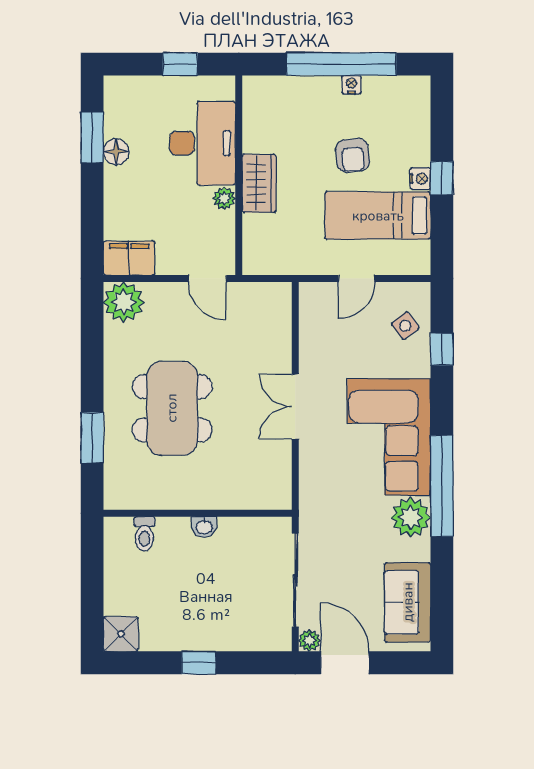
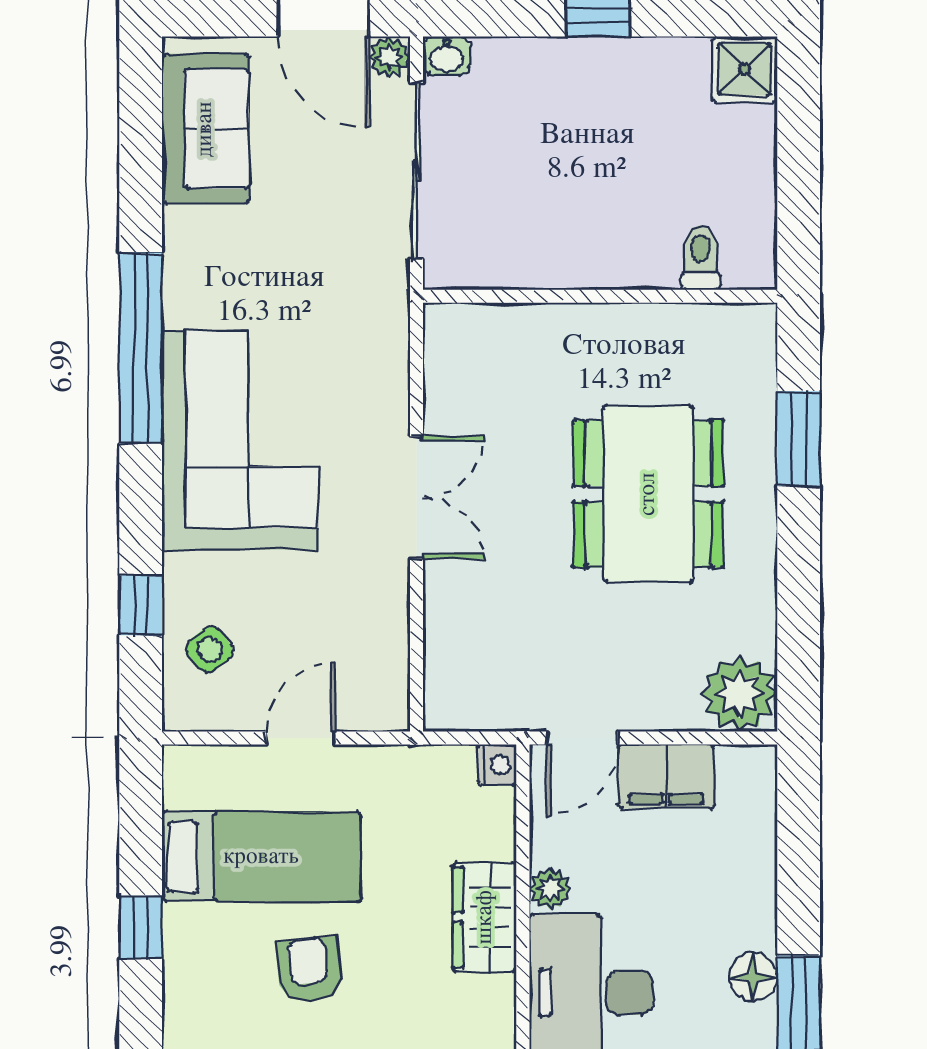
nightstand: (420, 179) -> (497, 765), moved, turned 180
filing cabinet: (129, 258) -> (666, 777), moved
door: (207, 279) -> (582, 738), swing flipped
plant: (411, 517) -> (199, 289), removed
washbasin: (204, 527) -> (447, 56), moved, turned 180

